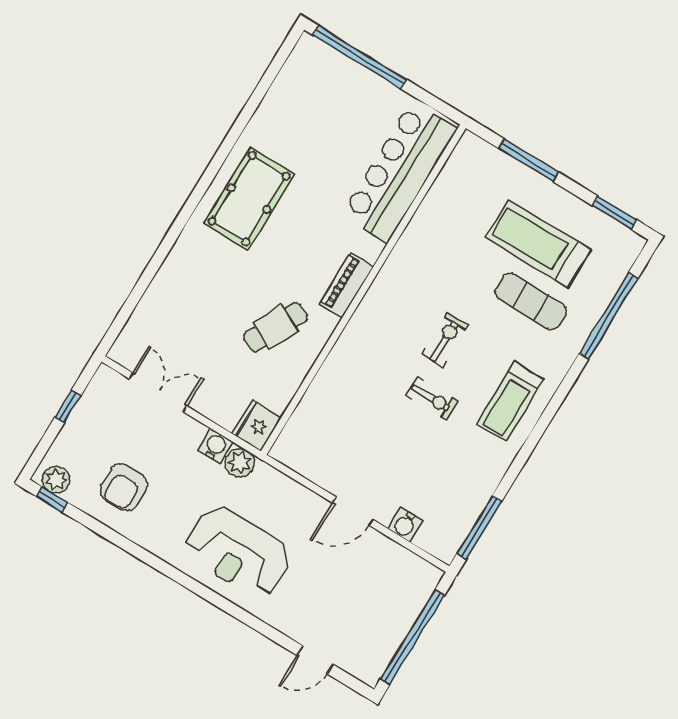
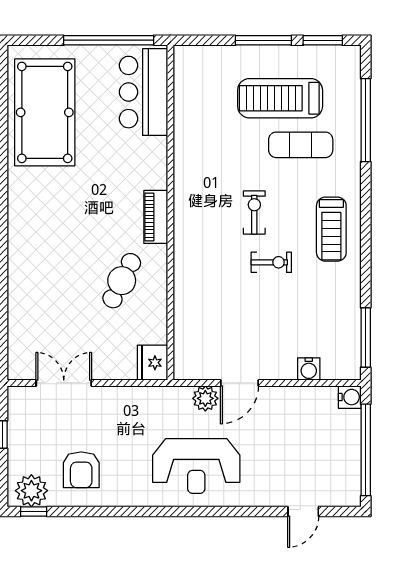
window: (359, 57) -> (109, 40), moved
window: (529, 160) -> (263, 40), moved
bar counter: (399, 172) -> (143, 92), width x0.73
pool table: (249, 199) -> (45, 112), moved, width x1.36, depth x1.32
water cooler: (215, 446) -> (350, 397), moved, turned 90
plant: (240, 463) -> (205, 398), moved
plant: (56, 480) -> (31, 491), width x1.36, depth x1.36
door: (353, 511) -> (239, 383), moved

